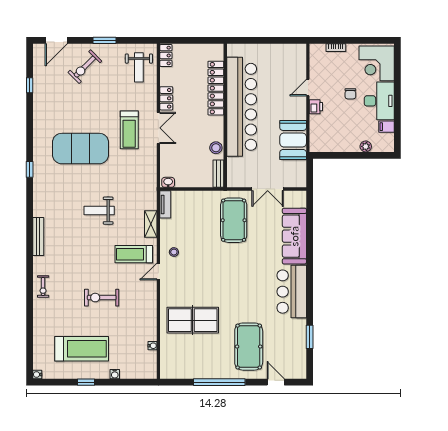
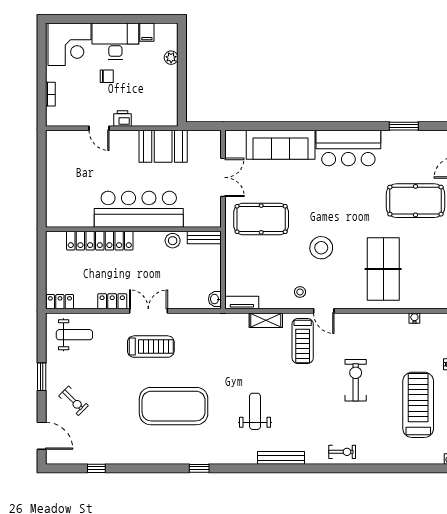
exercise bike: (85, 67) -> (74, 401), width x0.73, depth x0.72
bar counter: (242, 107) -> (139, 209), width x0.73
exercise mat: (80, 149) -> (174, 406), turned 90
weight bench: (99, 211) -> (255, 411), moved, turned 180
stool: (210, 269) -> (321, 248), added
exercise bike: (102, 298) -> (356, 380), turned 180

